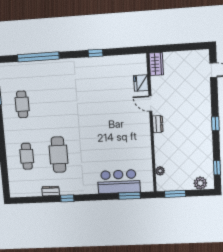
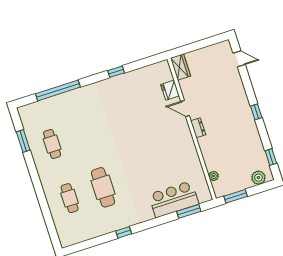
dresser: (51, 191) -> (104, 229), removed

